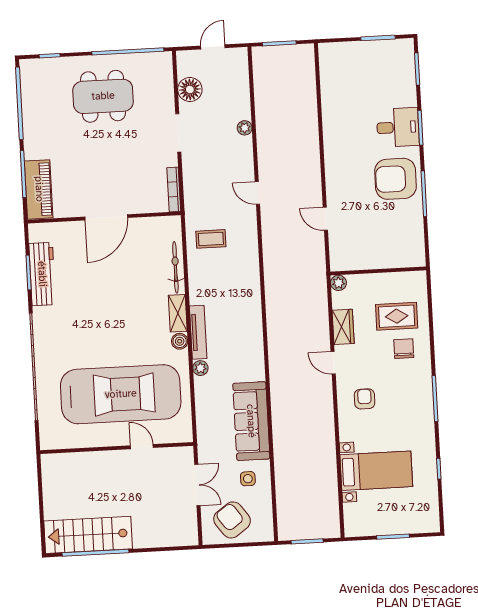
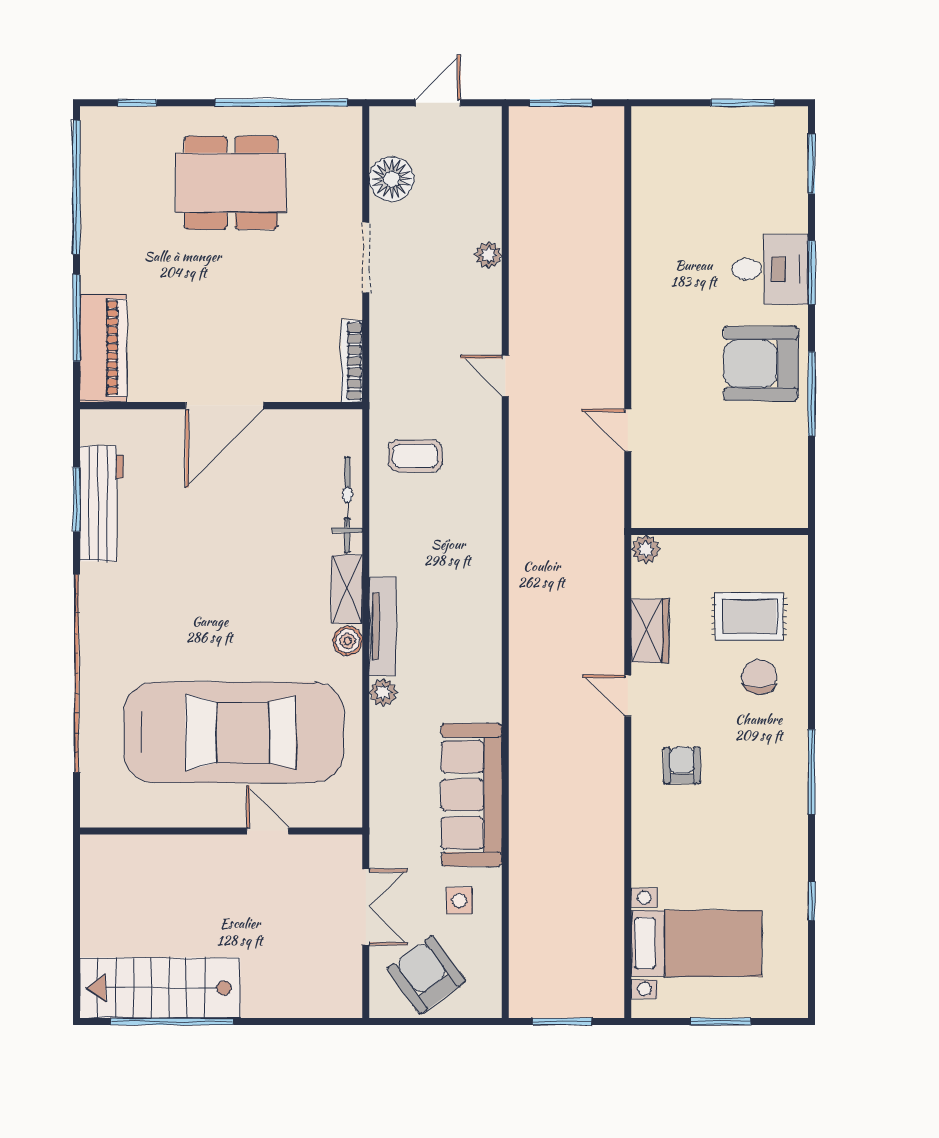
bed with nightstands: (376, 471) -> (696, 943), moved

